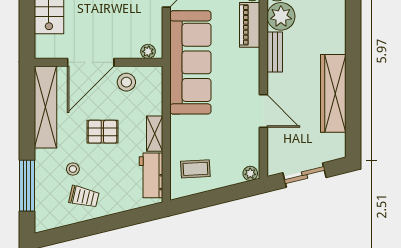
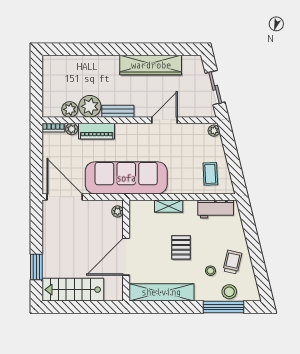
door: (91, 62) -> (126, 257), swing flipped
stool: (126, 82) -> (229, 292), moved
shelving: (155, 134) -> (169, 206), moved

